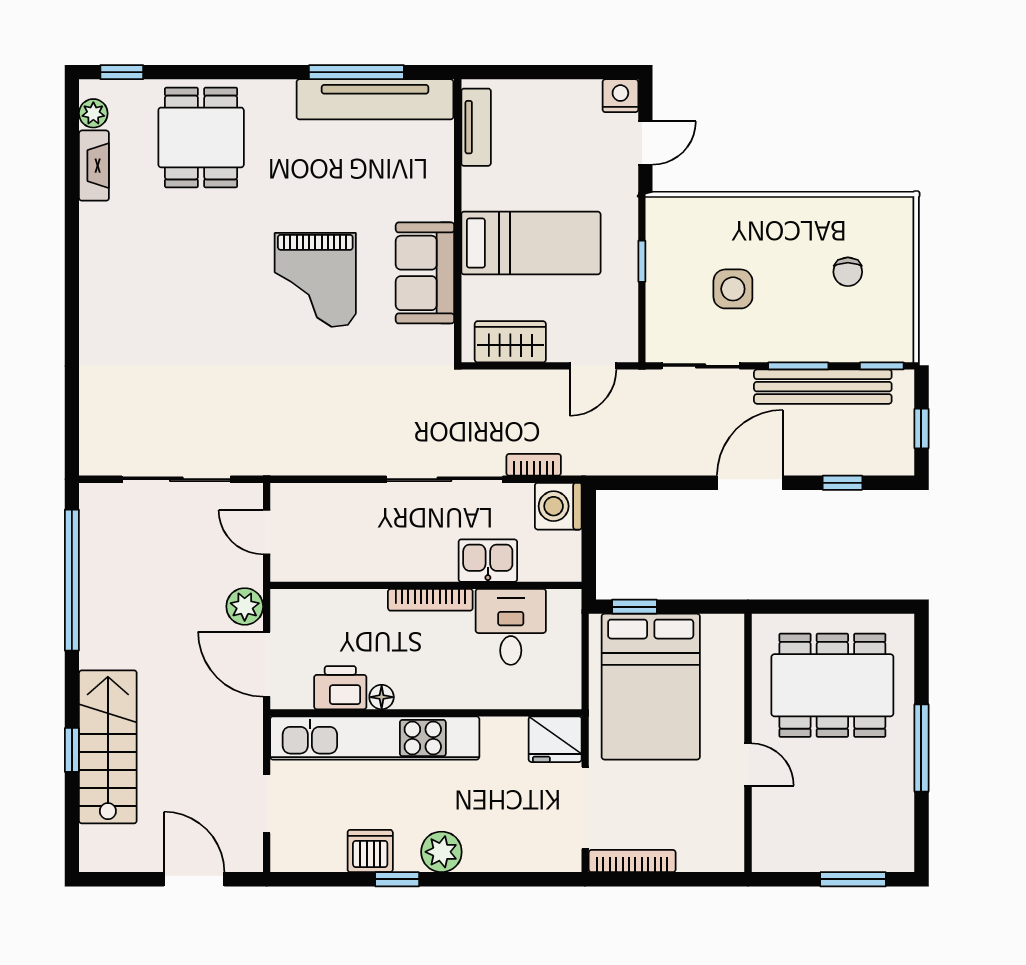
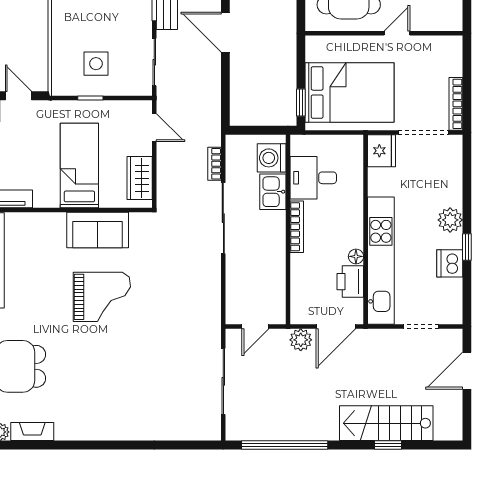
side table: (733, 289) -> (96, 64), moved
washing machine: (558, 506) -> (272, 158), moved, turned 90

